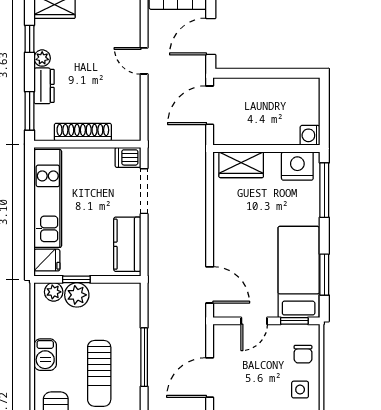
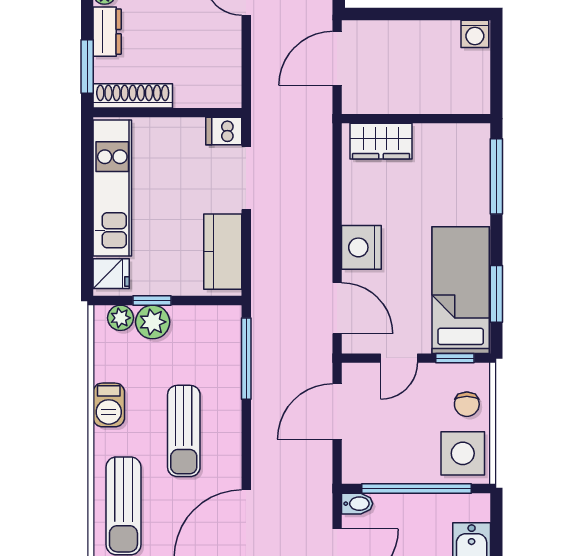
shoe rack: (83, 132) -> (133, 96), moved
washing machine: (310, 135) -> (475, 34), moved, turned -90
nightstand: (297, 166) -> (361, 247), moved, turned -90
window: (144, 357) -> (246, 359), moved
door: (210, 377) -> (337, 412), moved
side table: (300, 390) -> (463, 453), width x1.87, depth x1.87

